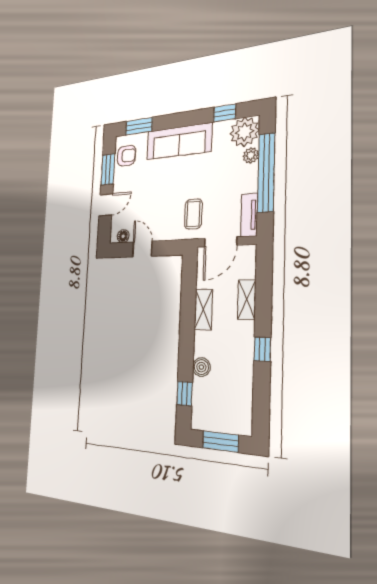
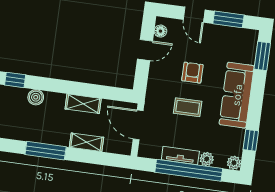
plant: (244, 132) -> (234, 163), width x0.53, depth x0.53
armchair: (126, 156) -> (192, 73), moved, turned 180
coffee table: (193, 214) -> (188, 107), moved
tv unit: (249, 215) -> (180, 155), moved
window: (262, 349) -> (46, 151), width x2.17

